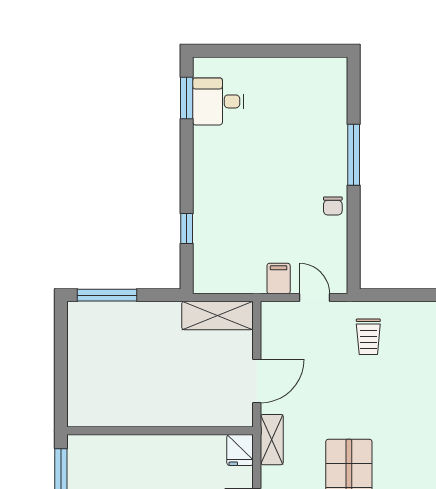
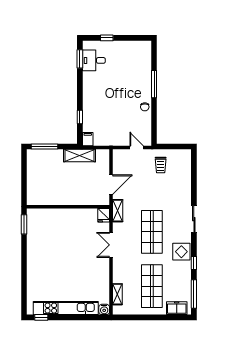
window: (247, 51) -> (107, 38), added
filing cabinet: (279, 279) -> (88, 139), moved
shelving: (217, 315) -> (80, 156), moved

